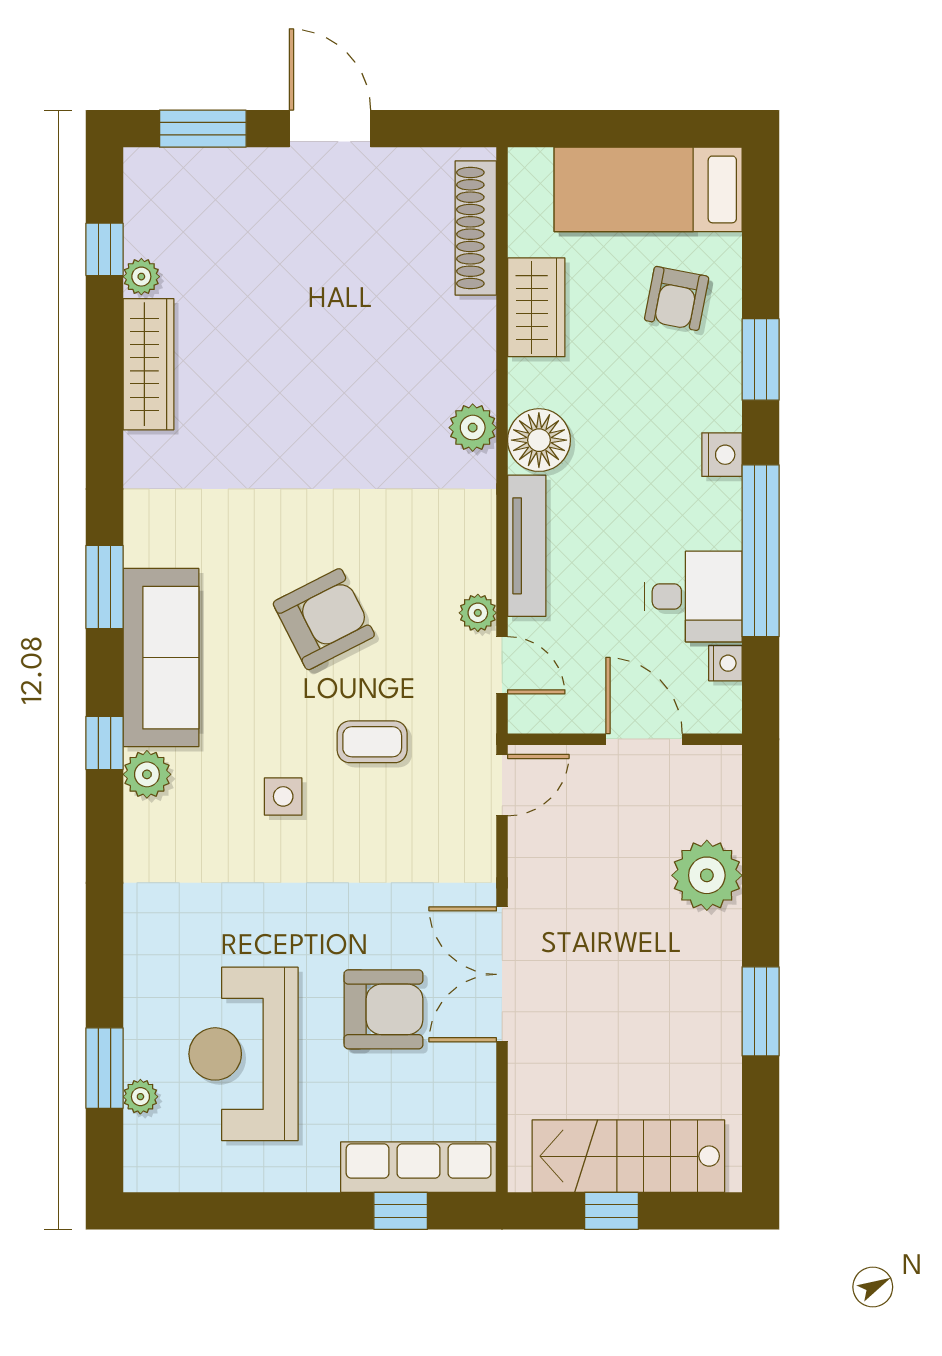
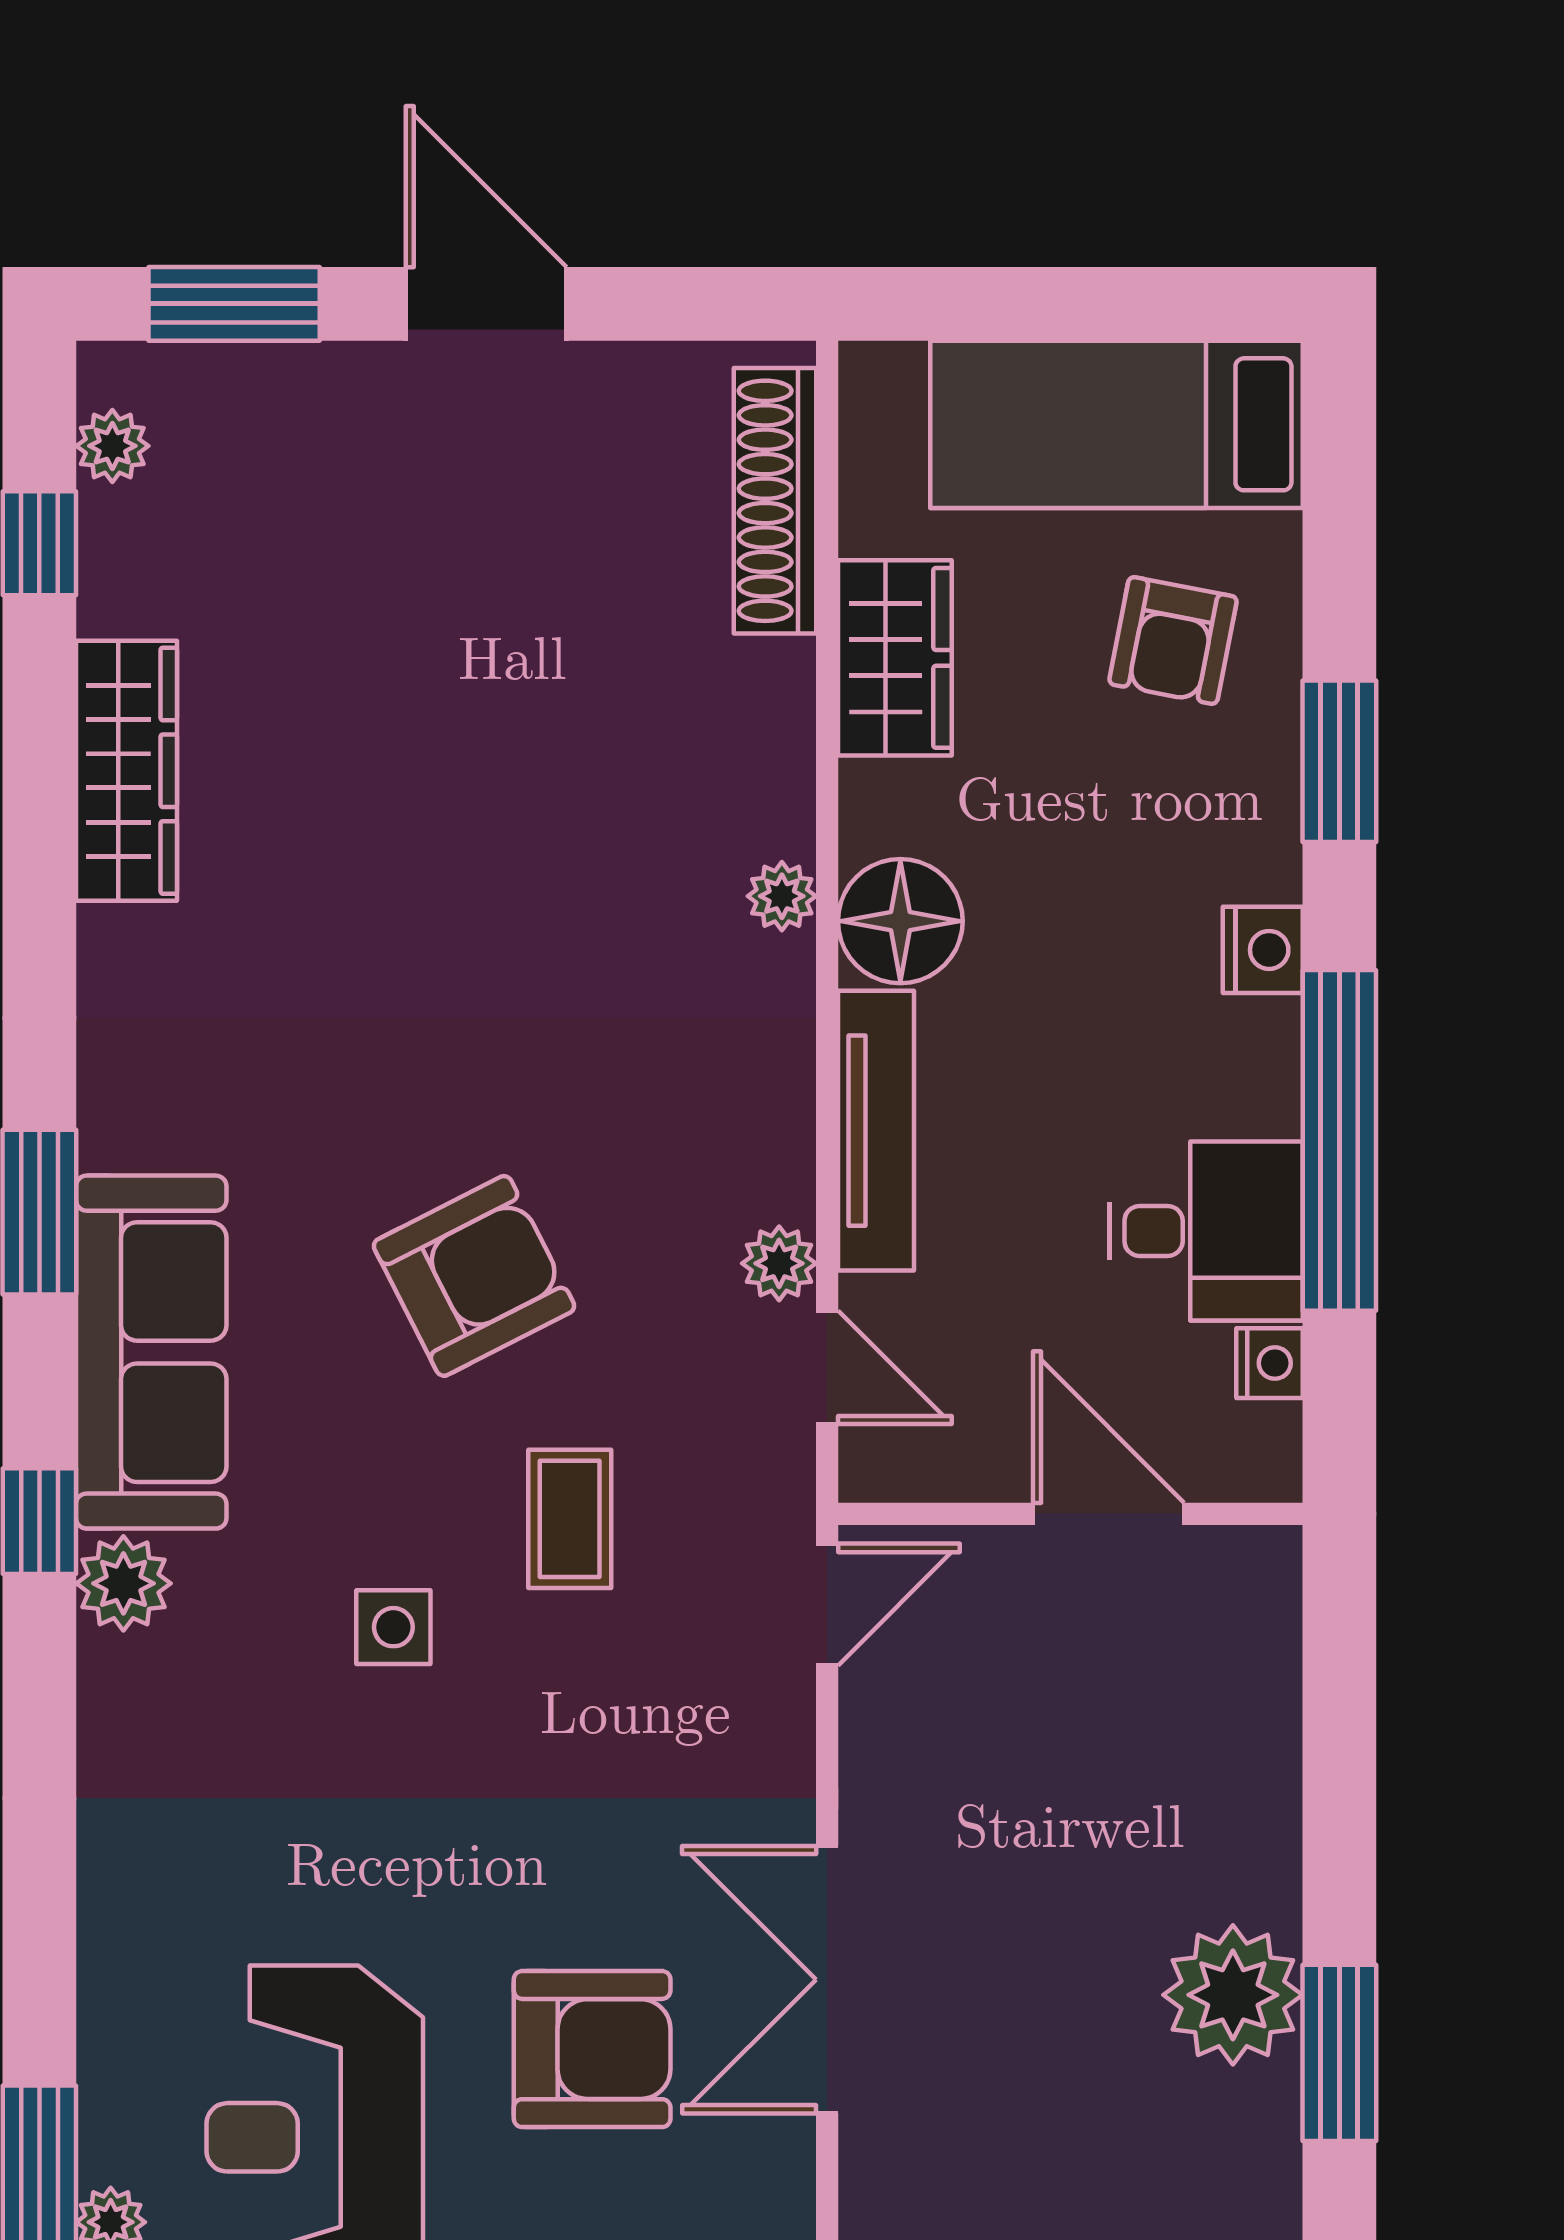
plant: (141, 277) -> (112, 446), moved
plant: (473, 428) -> (782, 896), width x0.73, depth x0.73
coffee table: (372, 742) -> (570, 1519), turned 90
plant: (707, 875) -> (1233, 1995), moved

